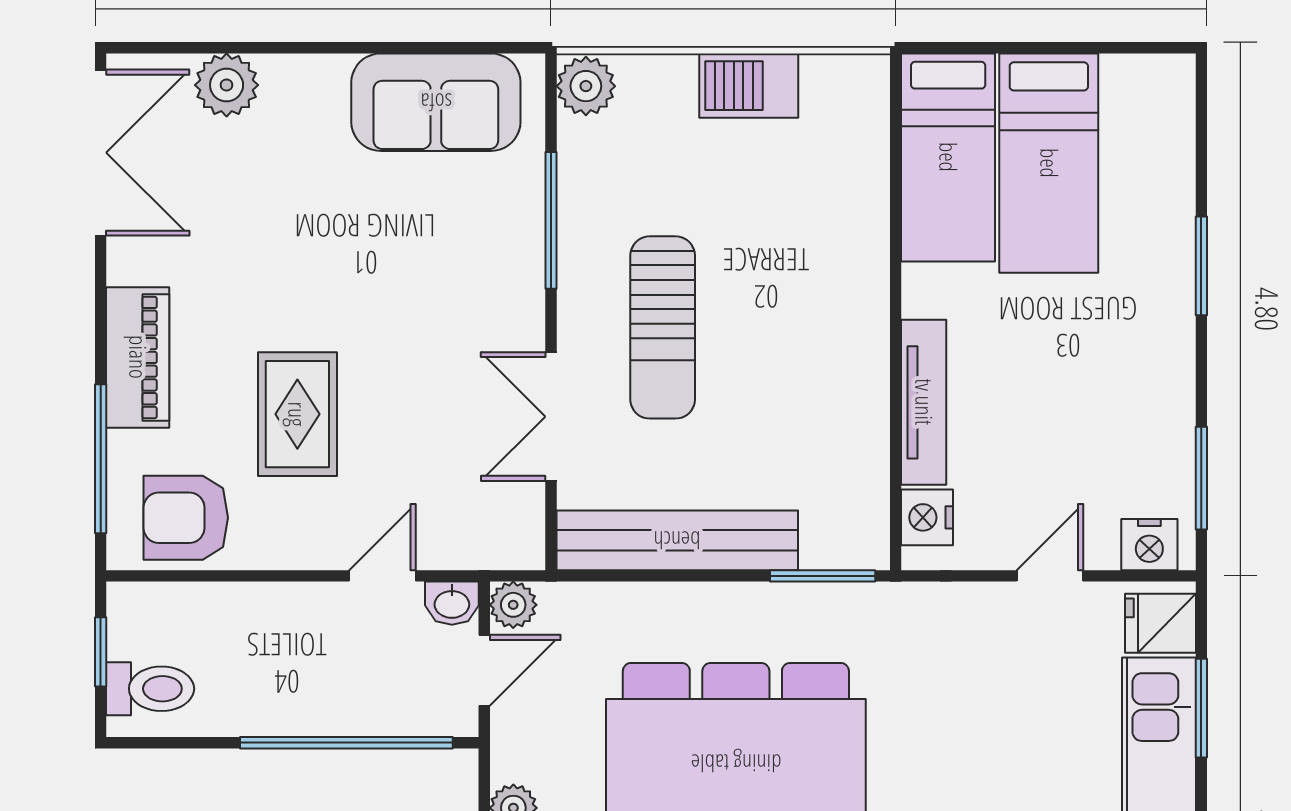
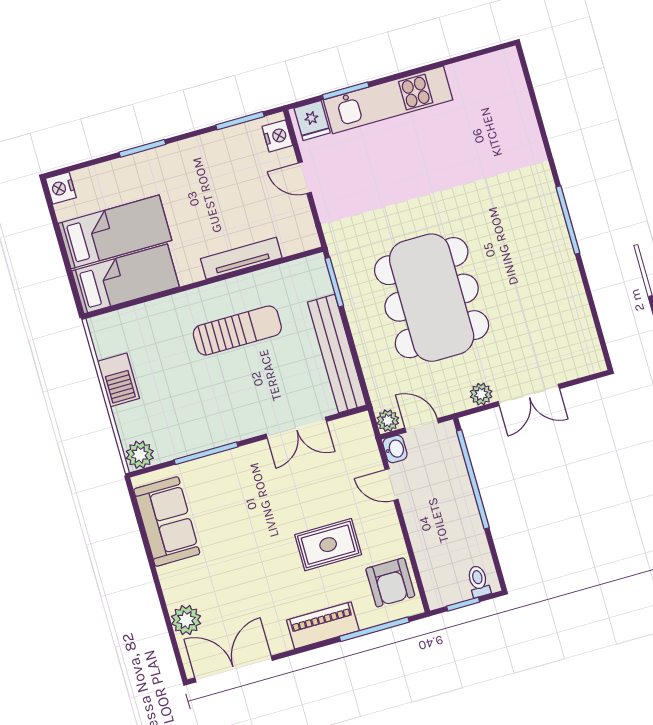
sun lounger: (663, 327) -> (237, 331), moved
nightstand: (927, 517) -> (61, 188), moved, turned 90
toilet: (150, 689) -> (478, 581), width x0.73, depth x0.72

